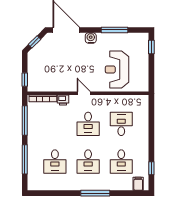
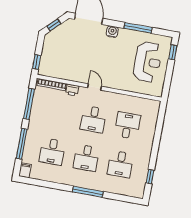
reception desk: (117, 69) -> (148, 62), moved, turned 180
filing cabinet: (138, 184) -> (25, 170), moved

